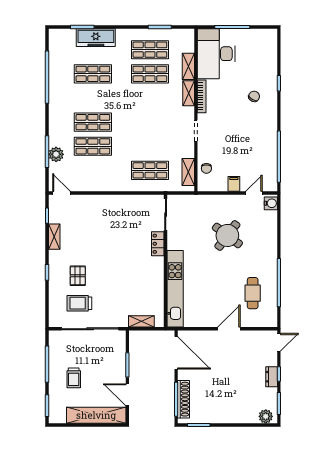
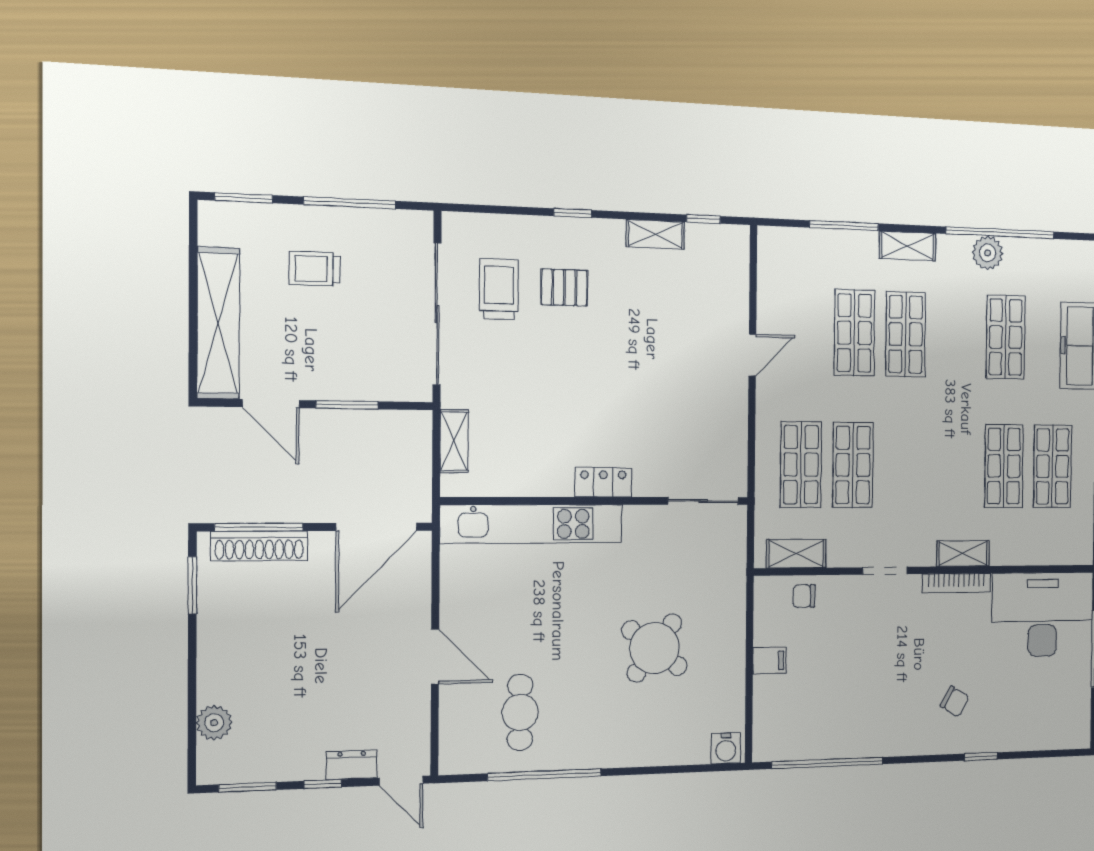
shelving: (188, 66) -> (908, 246), moved
shop shelf: (150, 146) -> (853, 465), added
plant: (56, 154) -> (988, 253), moved
door: (61, 193) -> (752, 355), moved
door: (254, 193) -> (749, 708), removed
locker: (158, 244) -> (603, 482), moved
cafe table: (253, 293) -> (520, 712), turned 90
dresser: (272, 377) -> (352, 765), moved
door: (127, 395) -> (271, 404), swing flipped
plant: (266, 416) -> (214, 723), moved

